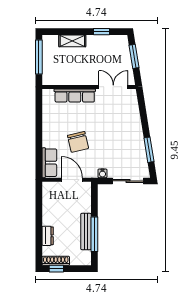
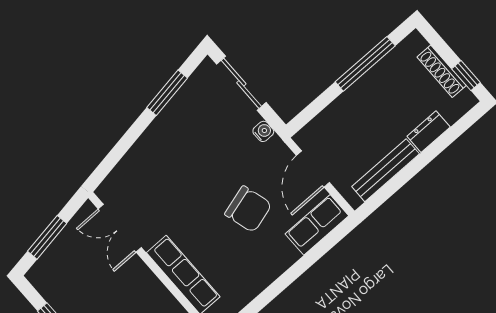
chair: (78, 142) -> (248, 209), turned 87
bench: (86, 231) -> (386, 170), moved
shoe rack: (56, 261) -> (442, 71), moved

